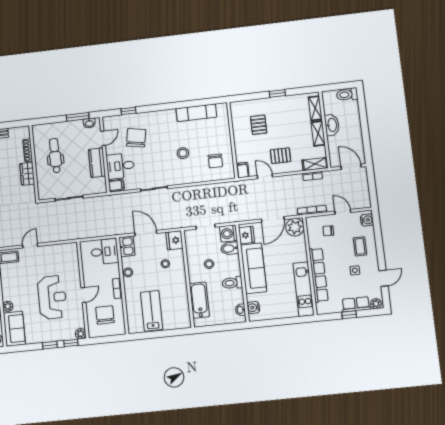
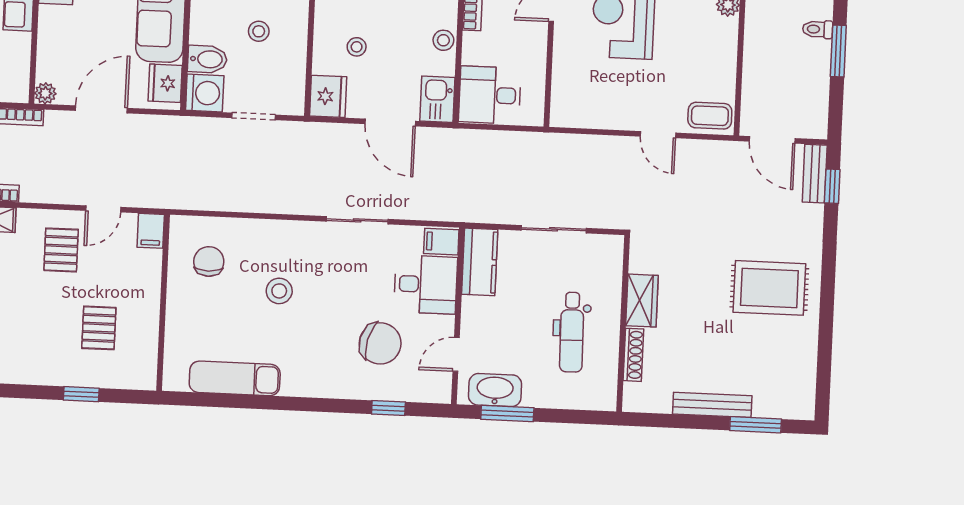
window: (277, 94) -> (81, 394), moved
washbasin: (89, 123) -> (495, 390), width x1.91, depth x1.45
chair: (136, 138) -> (380, 343), turned -85
pallet: (281, 156) -> (61, 250), turned 90
kitchen counter: (97, 163) -> (480, 262), moved
door: (265, 176) -> (103, 209), hinge flipped
plant: (295, 227) -> (45, 93), width x0.53, depth x0.53
door: (30, 246) -> (658, 135), hinge flipped

